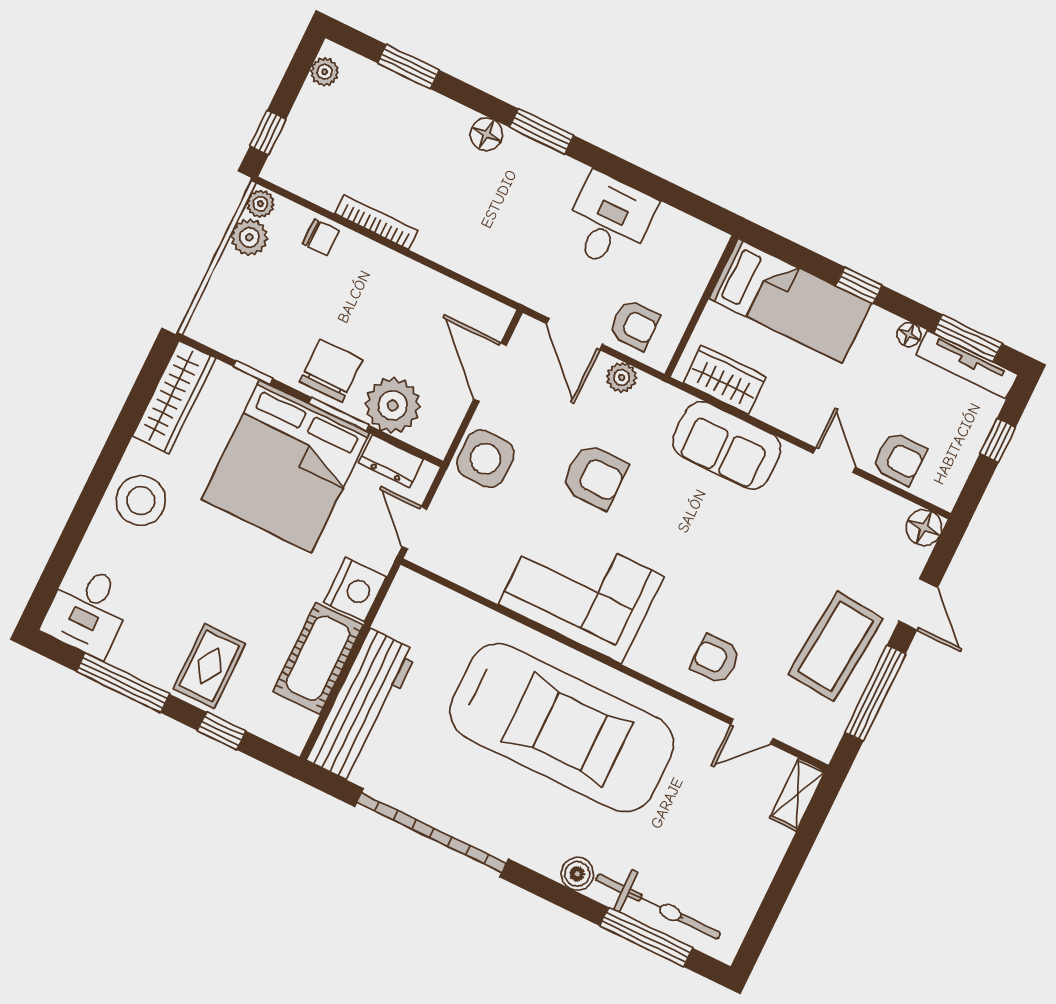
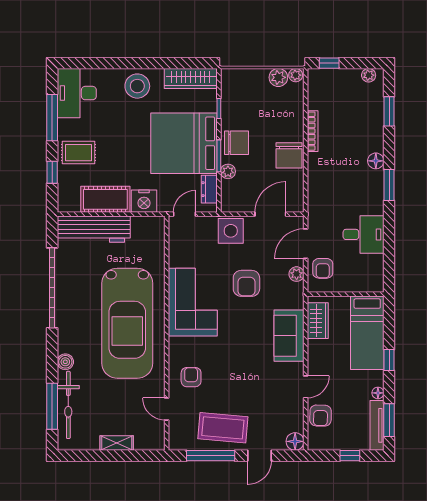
chair: (321, 237) -> (289, 155), moved, width x1.87, depth x1.87
plant: (393, 405) -> (228, 171), width x0.53, depth x0.53
desk: (88, 611) -> (77, 93), width x1.37
shelving: (798, 794) -> (117, 443), moved

